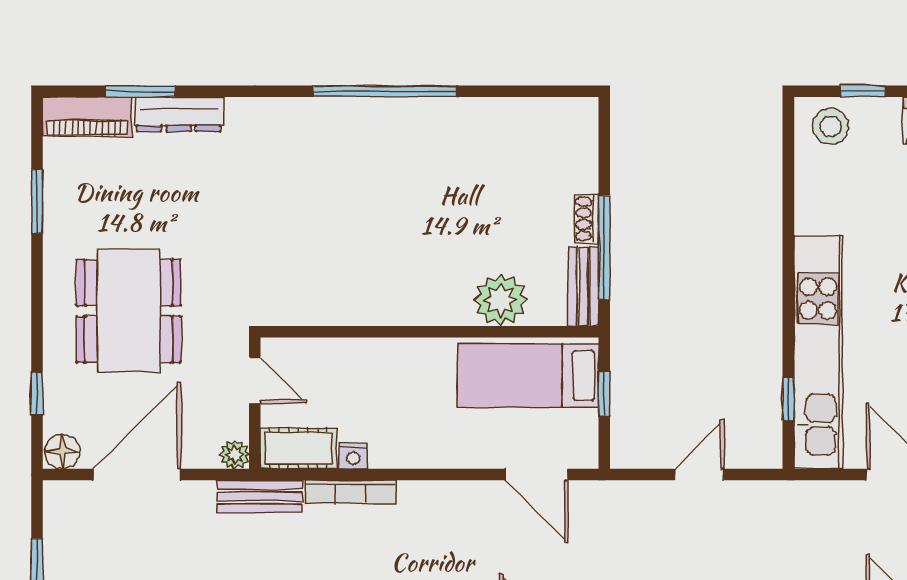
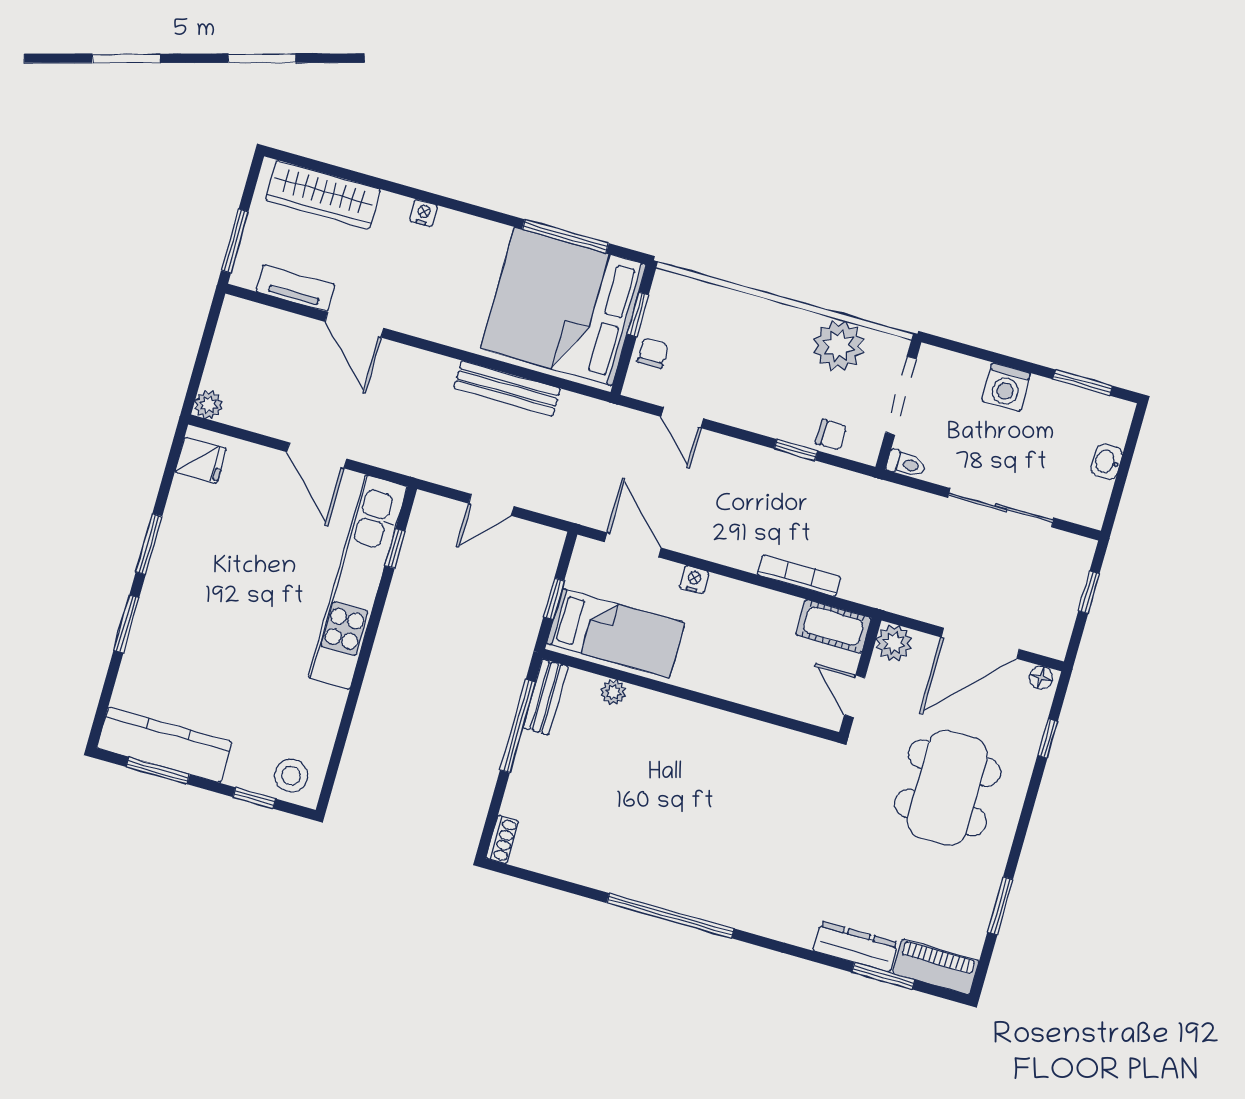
shoe rack: (587, 219) -> (502, 839), moved
plant: (501, 300) -> (613, 692), width x0.53, depth x0.53
floor lamp: (62, 452) -> (1041, 678), width x0.73, depth x0.73
plant: (235, 454) -> (894, 643), width x1.38, depth x1.38
nightstand: (353, 456) -> (694, 580), moved
bench: (260, 496) -> (879, 594), removed

